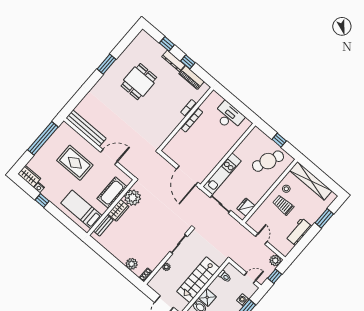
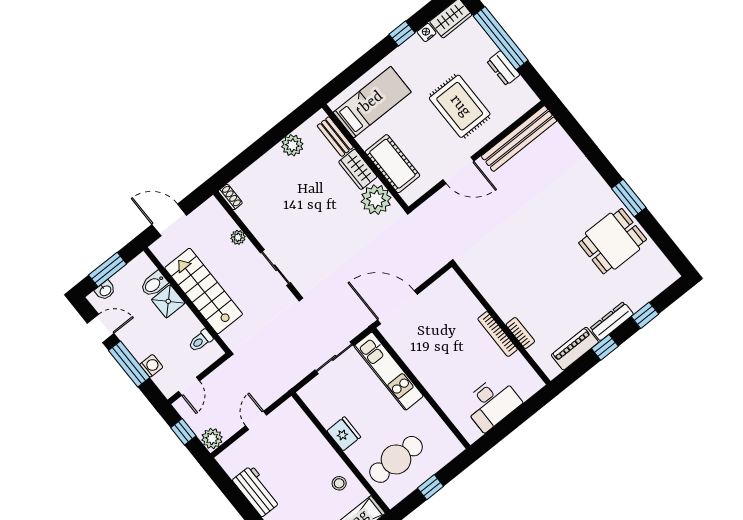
dining table: (139, 82) -> (613, 241), moved, turned 90
window: (43, 138) -> (501, 38), moved
dresser: (50, 143) -> (503, 68), added
door: (109, 157) -> (458, 170), hinge flipped
cafe table: (268, 161) -> (396, 459), turned 66
rug: (75, 163) -> (460, 106), turned 90
trolley: (283, 205) -> (311, 472), removed
fridge: (246, 207) -> (344, 434), moved
door: (261, 239) -> (256, 420), swing flipped
plant: (132, 264) -> (292, 145), moved

